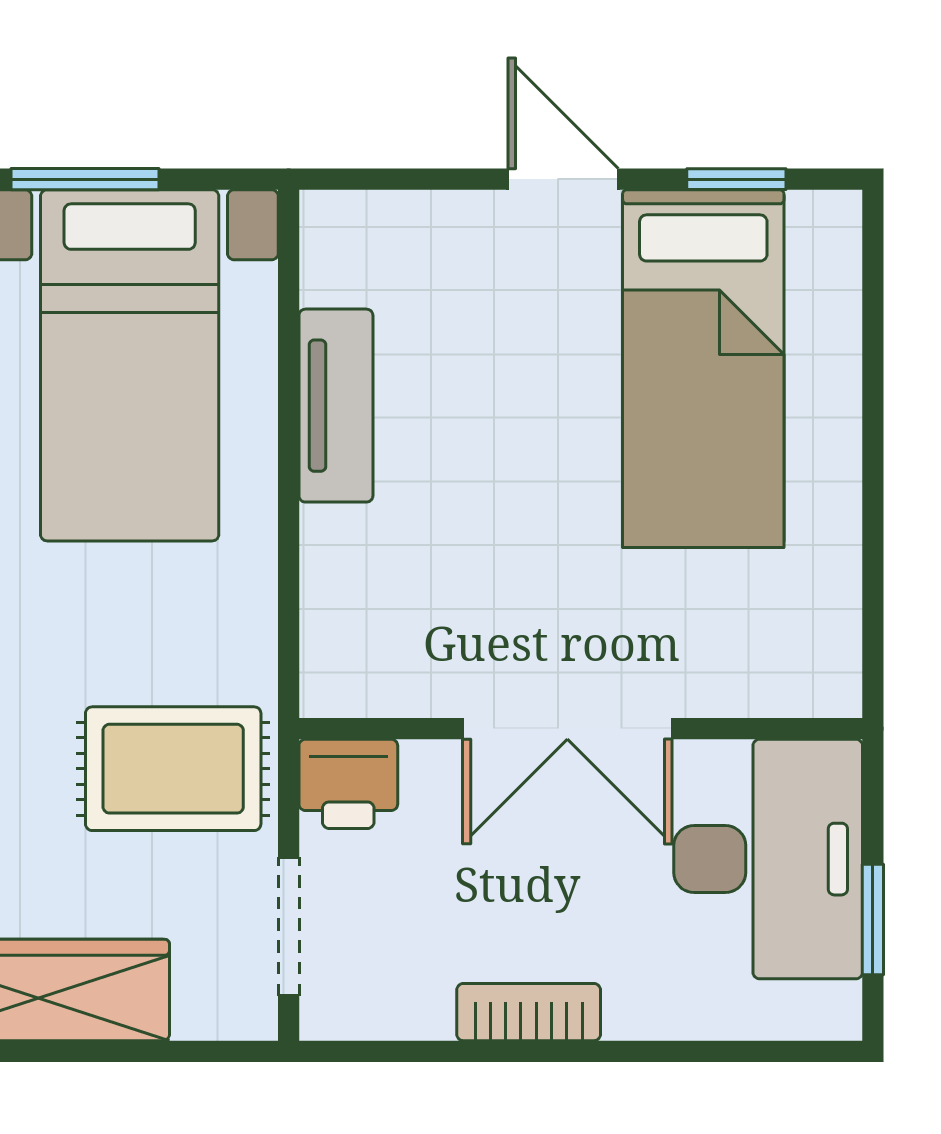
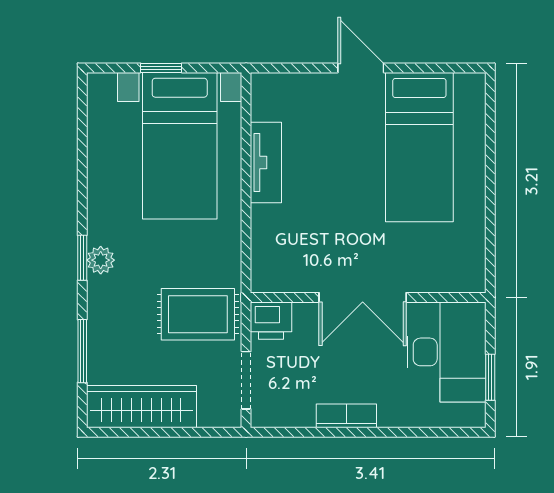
window: (85, 179) -> (161, 68), width x0.67
window: (736, 179) -> (433, 68), removed

